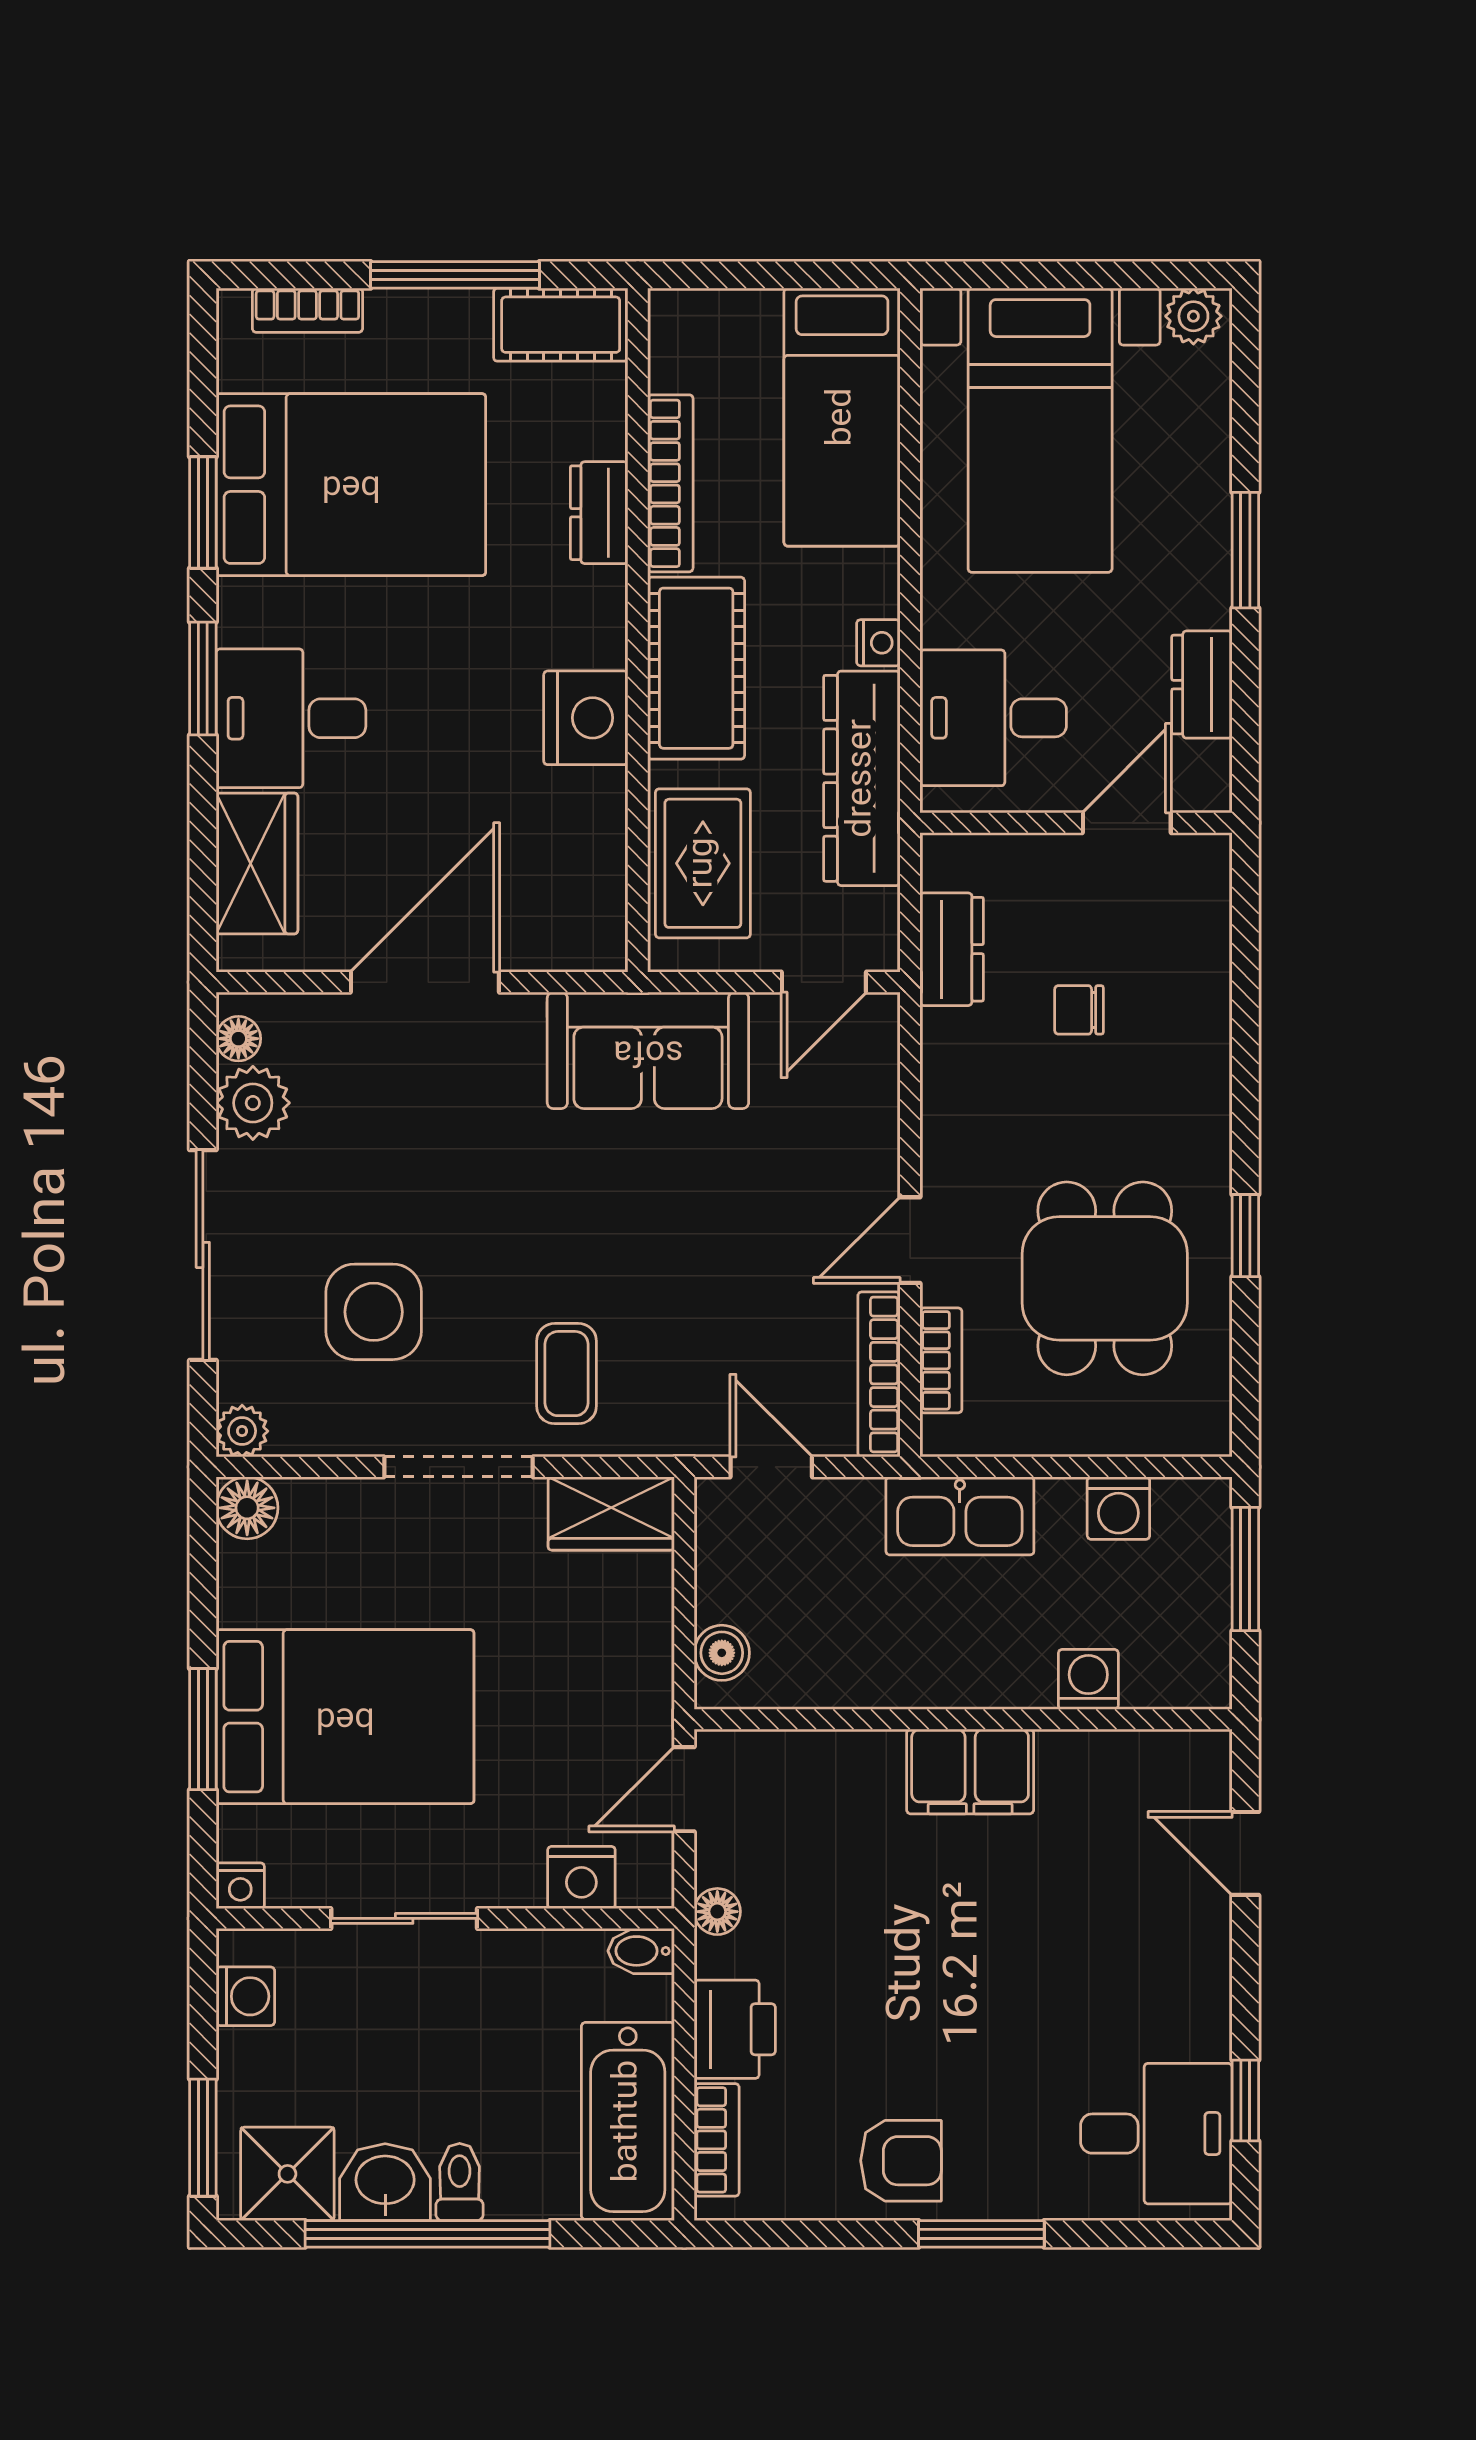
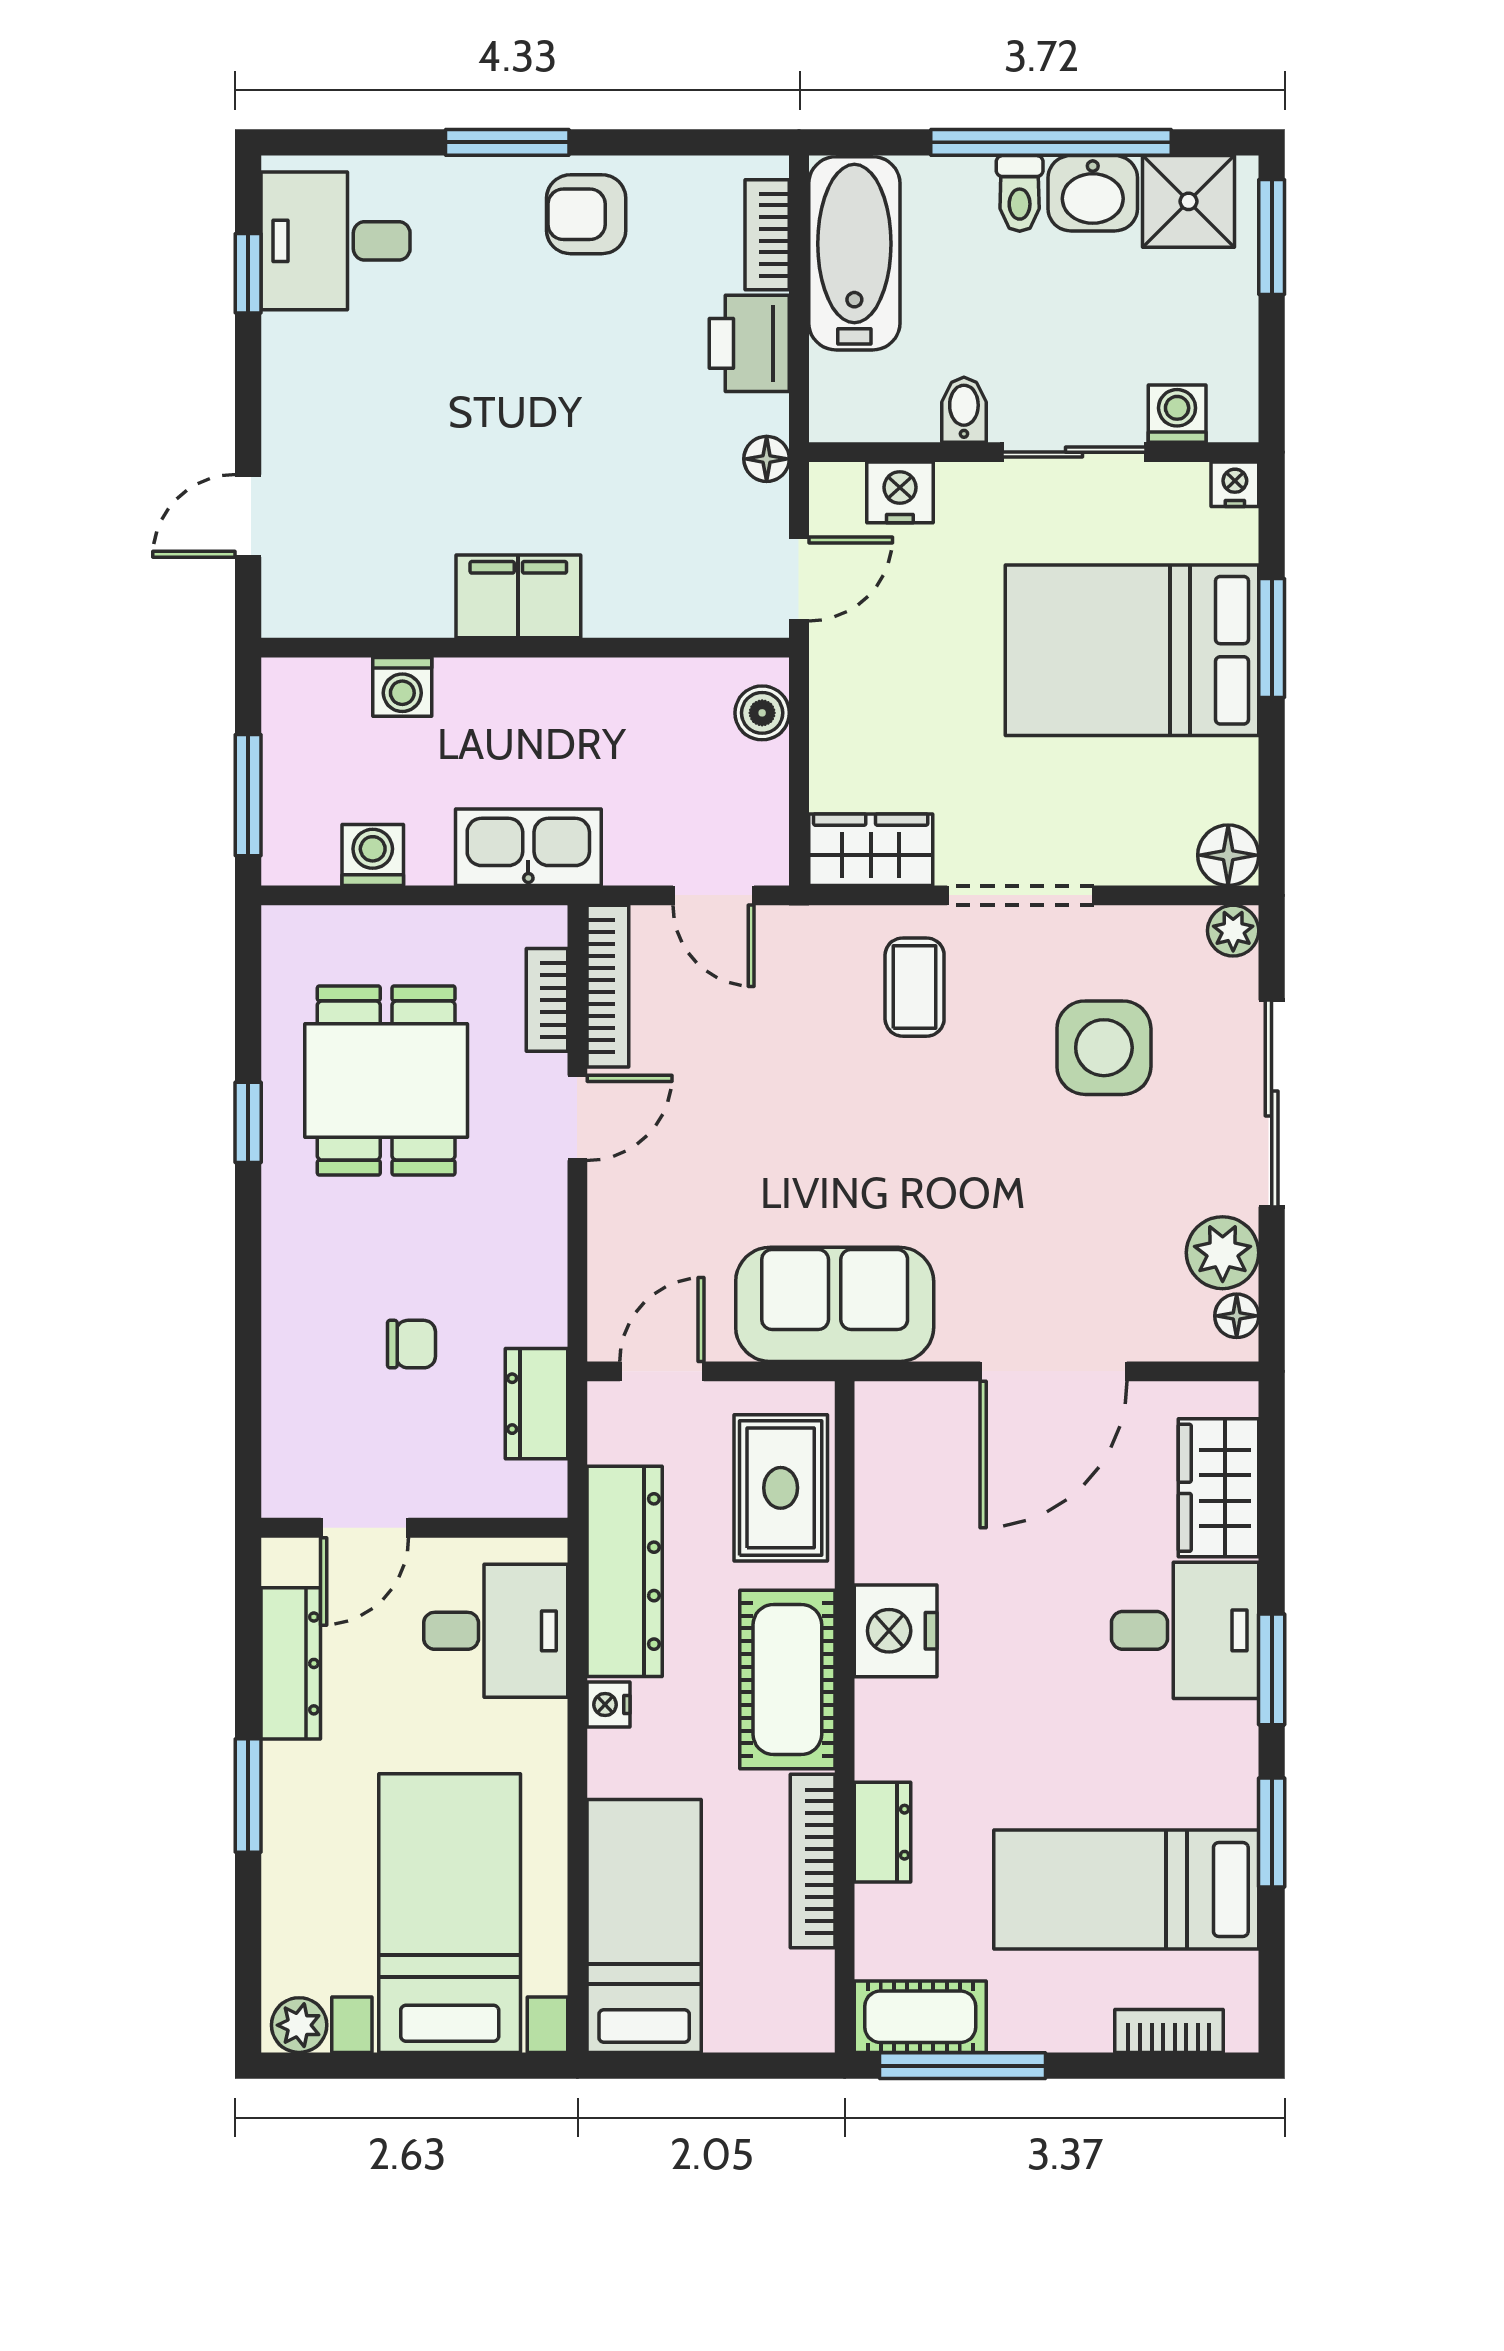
window: (455, 275) -> (963, 2066), moved
bed: (351, 485) -> (1126, 1890), width x0.67
dresser: (1202, 685) -> (291, 1663), width x1.44
door: (1245, 1853) -> (248, 516), swing flipped
bidet: (641, 1951) -> (964, 410), moved, turned -90
washing machine: (245, 1996) -> (1177, 414), moved, turned 90

